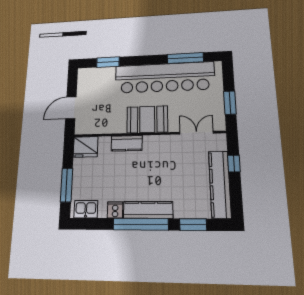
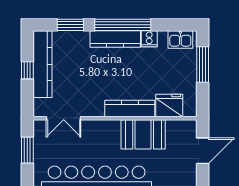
booth: (147, 119) -> (143, 134), moved
kitchen counter: (127, 143) -> (130, 108), width x1.50
fridge: (86, 147) -> (169, 105), moved
window: (234, 164) -> (27, 70), moved

